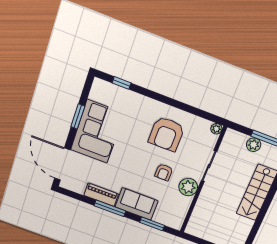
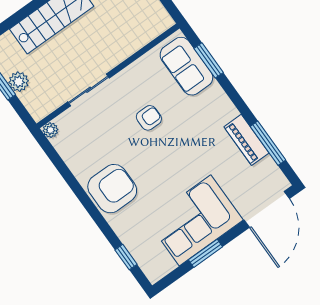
armchair: (166, 134) -> (112, 189), moved
plant: (188, 187) -> (131, 79), removed
sofa: (137, 204) -> (186, 66), moved
window: (110, 208) -> (268, 143), moved

